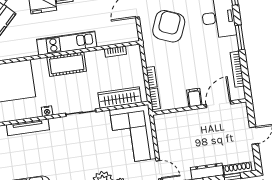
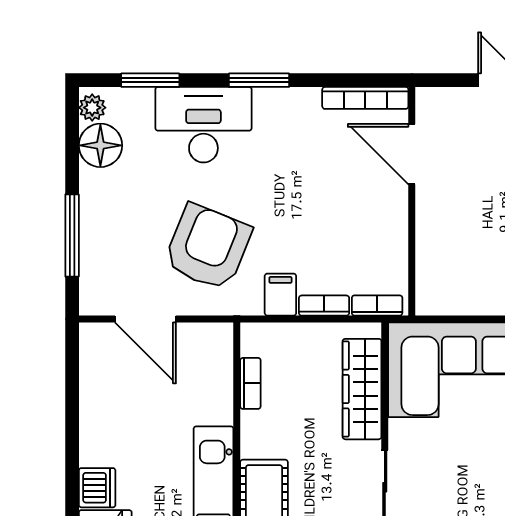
armchair: (169, 26) -> (208, 247), turned 90
bookcase: (237, 69) -> (365, 98), moved
filing cabinet: (194, 98) -> (280, 295), moved, turned 90

